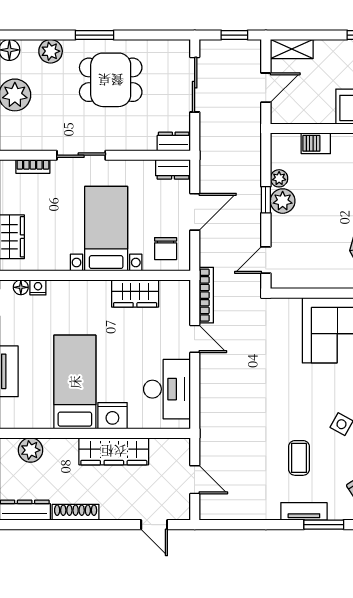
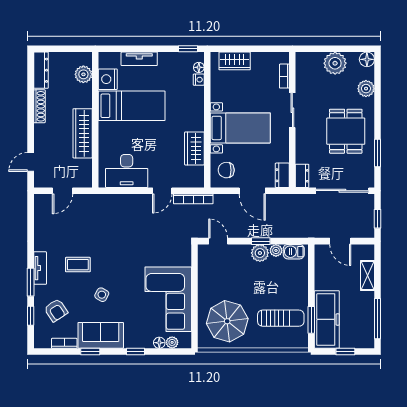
window: (95, 35) -> (377, 153), moved
shelving: (292, 49) -> (368, 276), moved
sliding door: (195, 85) -> (342, 191), width x1.37
barbecue: (316, 143) -> (294, 252), moved, turned -90
nightstand: (112, 416) -> (108, 79), moved

